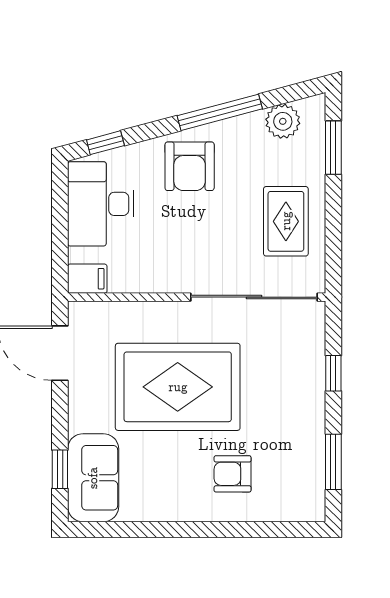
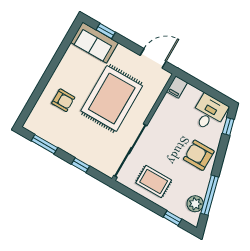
window: (220, 112) -> (210, 195), moved
window: (333, 148) -> (173, 218), width x0.67
desk: (101, 204) -> (209, 113), width x0.73
armchair: (233, 474) -> (63, 100), turned 90

